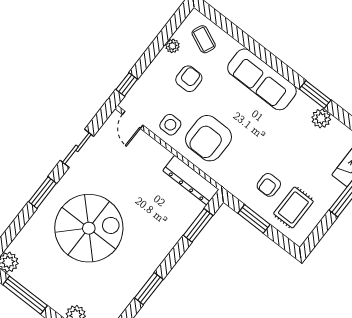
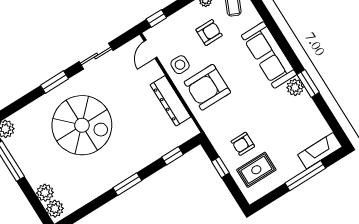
plant: (321, 118) -> (295, 87), moved
dresser: (191, 180) -> (171, 101), moved
window: (254, 219) -> (220, 167), width x0.67
window: (198, 225) -> (173, 156), width x0.67
window: (149, 289) -> (127, 184), moved

